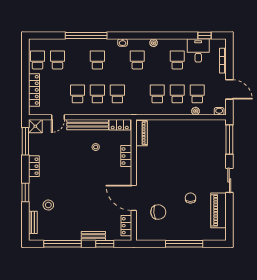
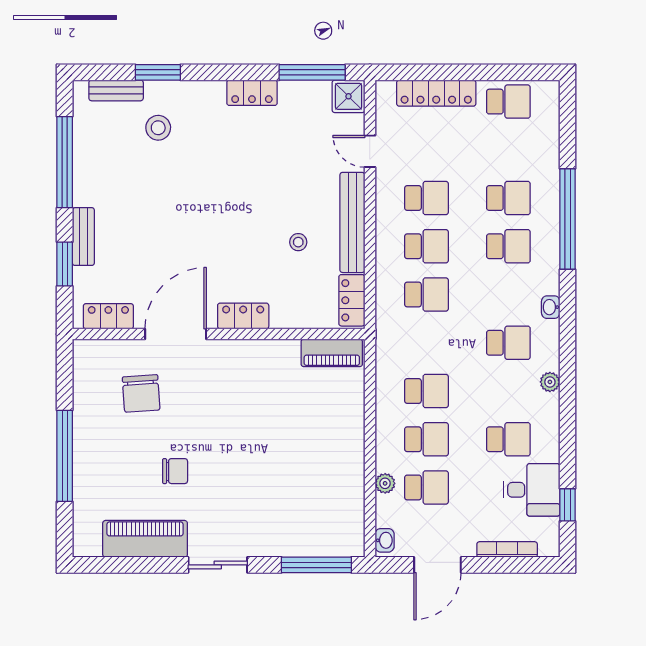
school desk: (57, 60) -> (508, 198), moved
locker: (126, 156) -> (243, 316), moved
window: (25, 193) -> (158, 72), moved

